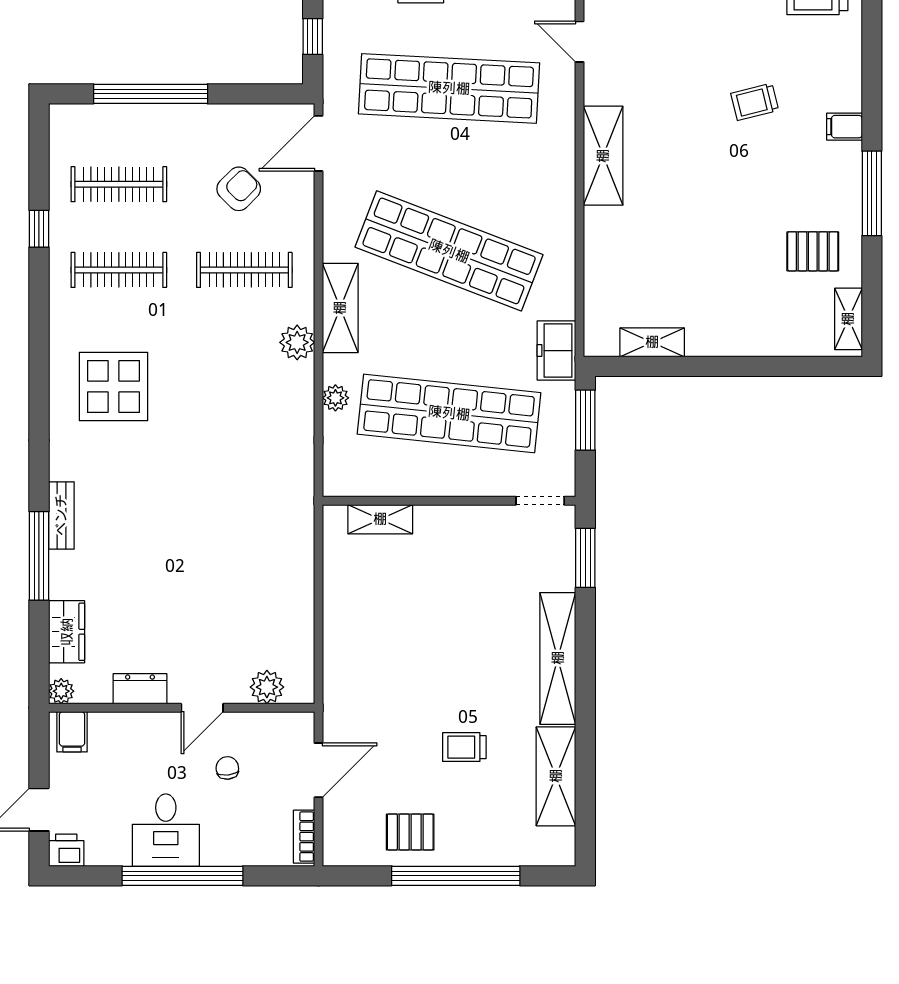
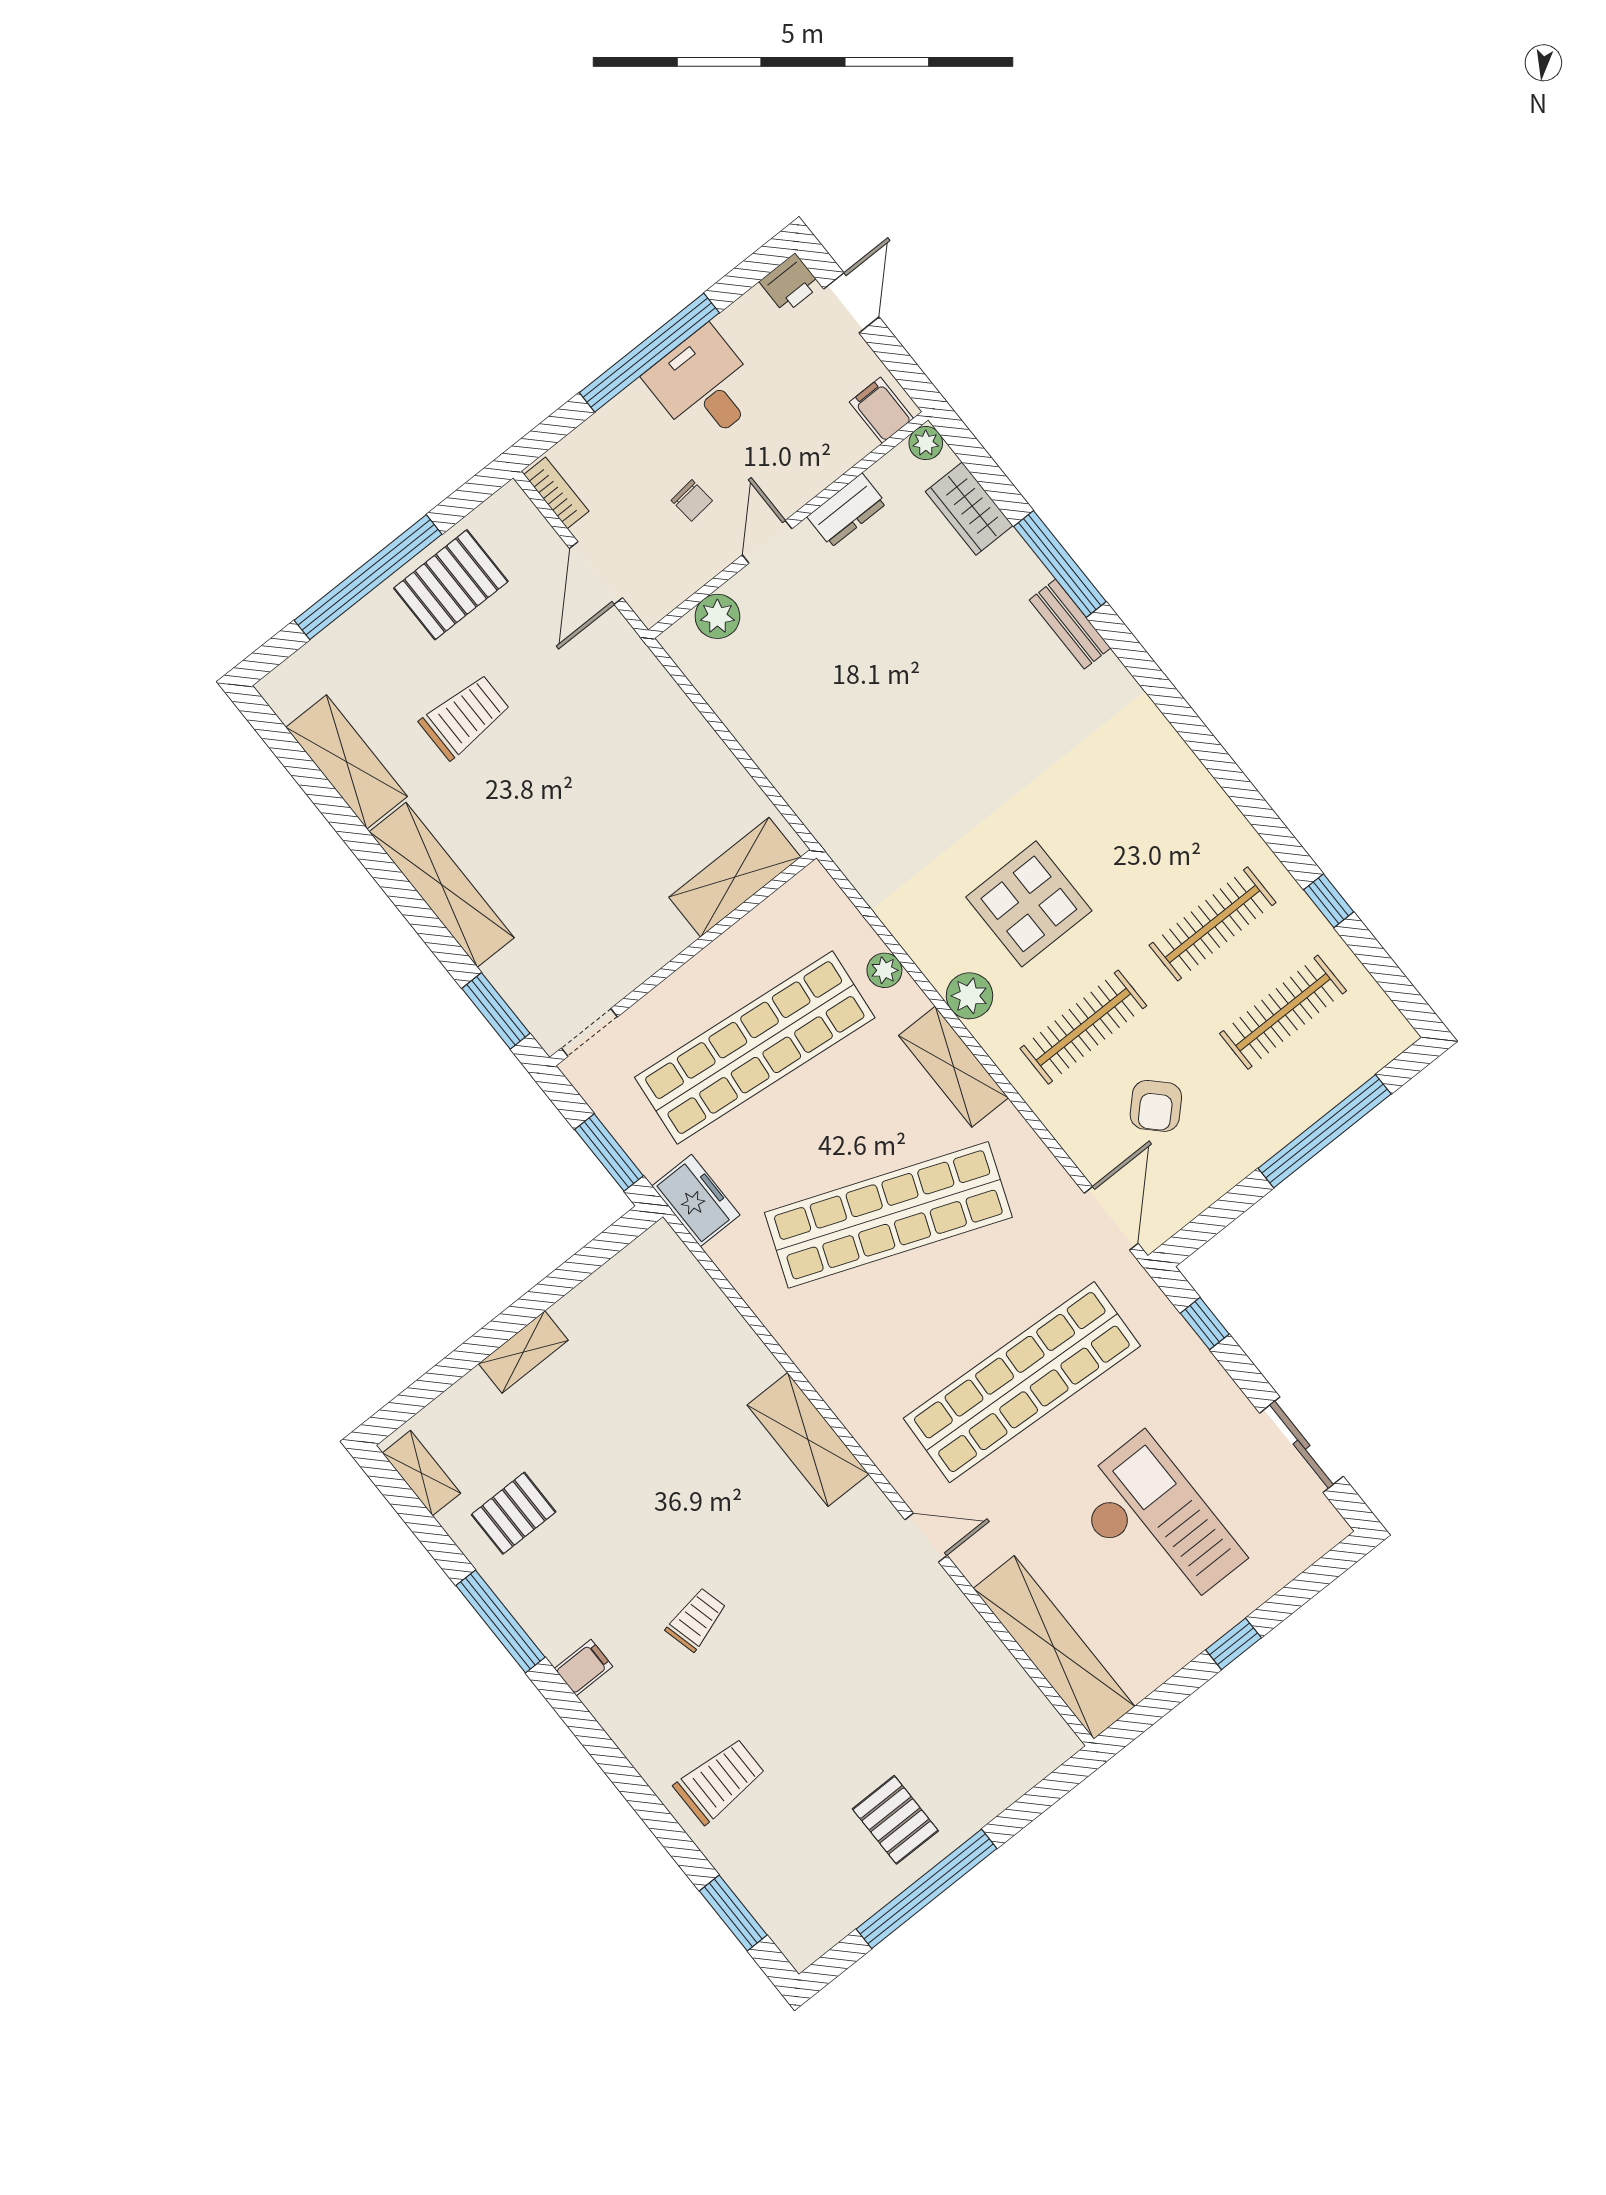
shelving: (652, 342) -> (523, 1352), moved
display table: (114, 387) -> (1029, 904), moved
shelving: (380, 519) -> (735, 877), width x1.50, depth x1.33
trolley: (464, 747) -> (465, 717), width x1.36, depth x1.39
pallet: (410, 832) -> (451, 585), width x1.50, depth x1.42

